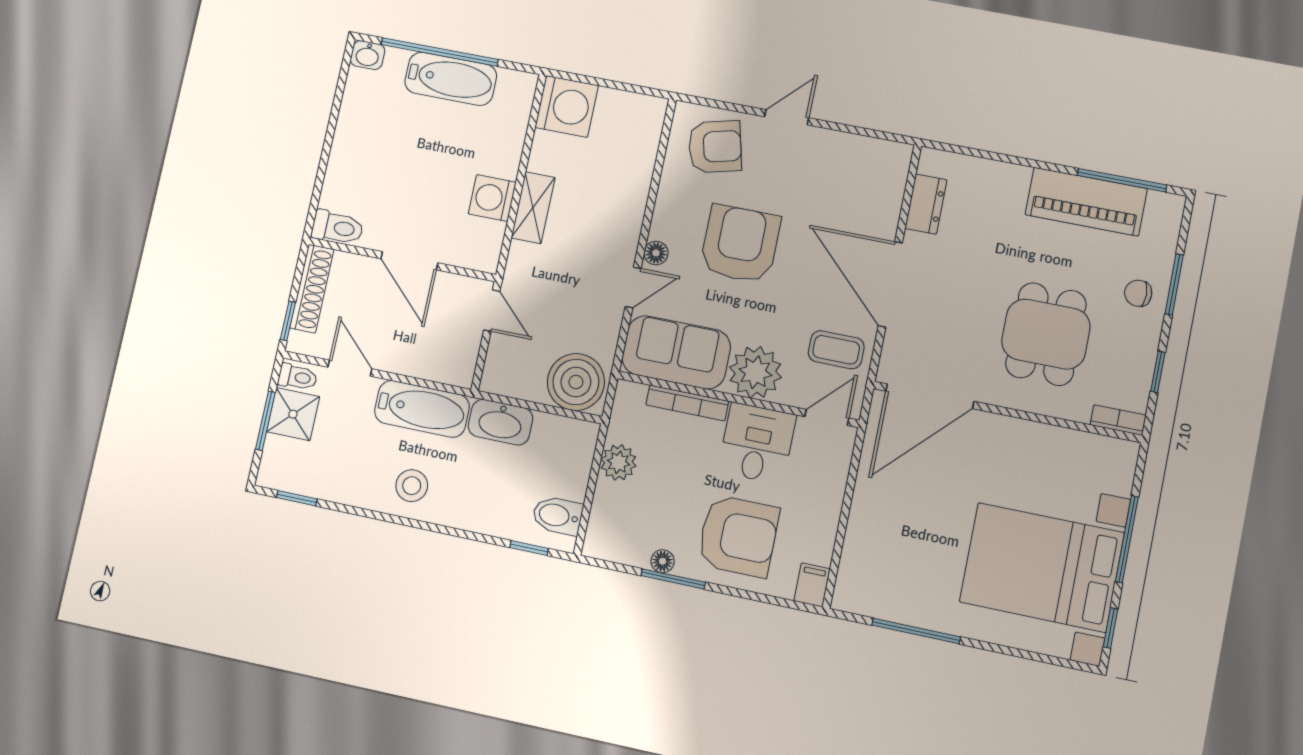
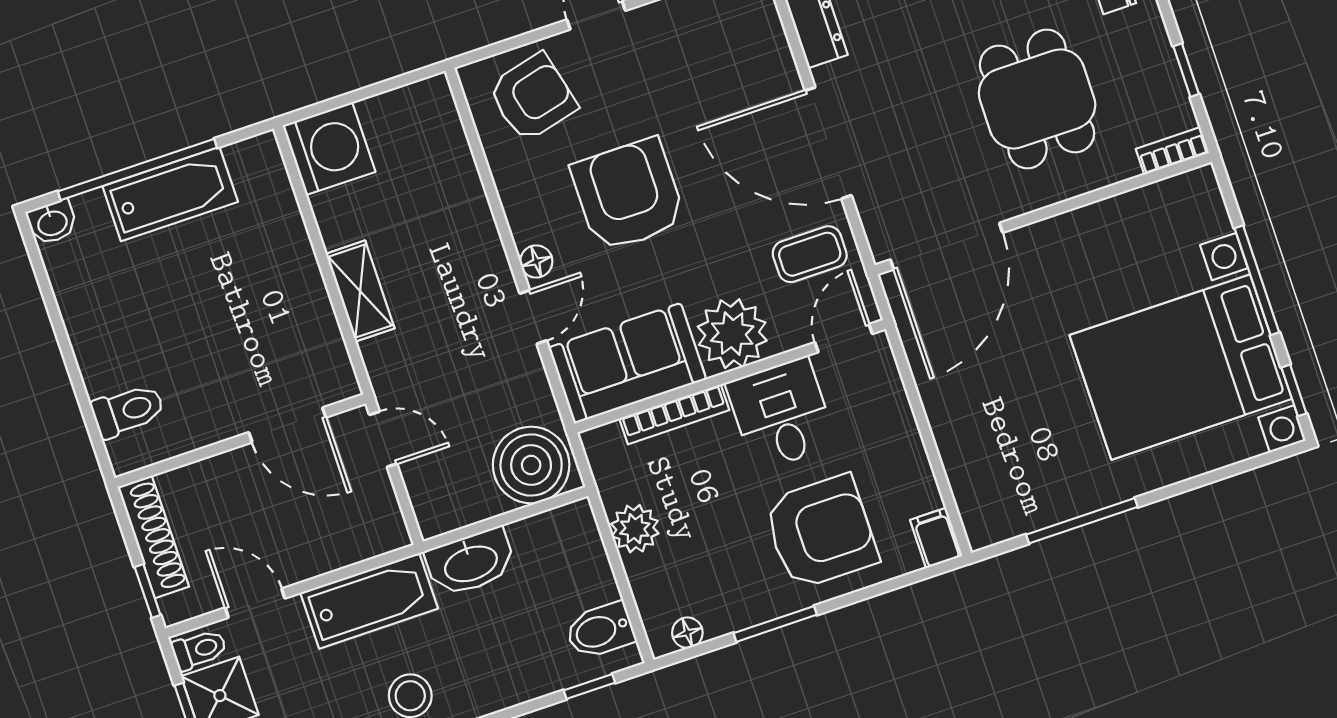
washing machine: (492, 198) -> (305, 307), removed
toilet: (337, 228) -> (128, 411), moved
door: (409, 261) -> (287, 425), moved
floor lamp: (663, 561) -> (687, 633), moved

